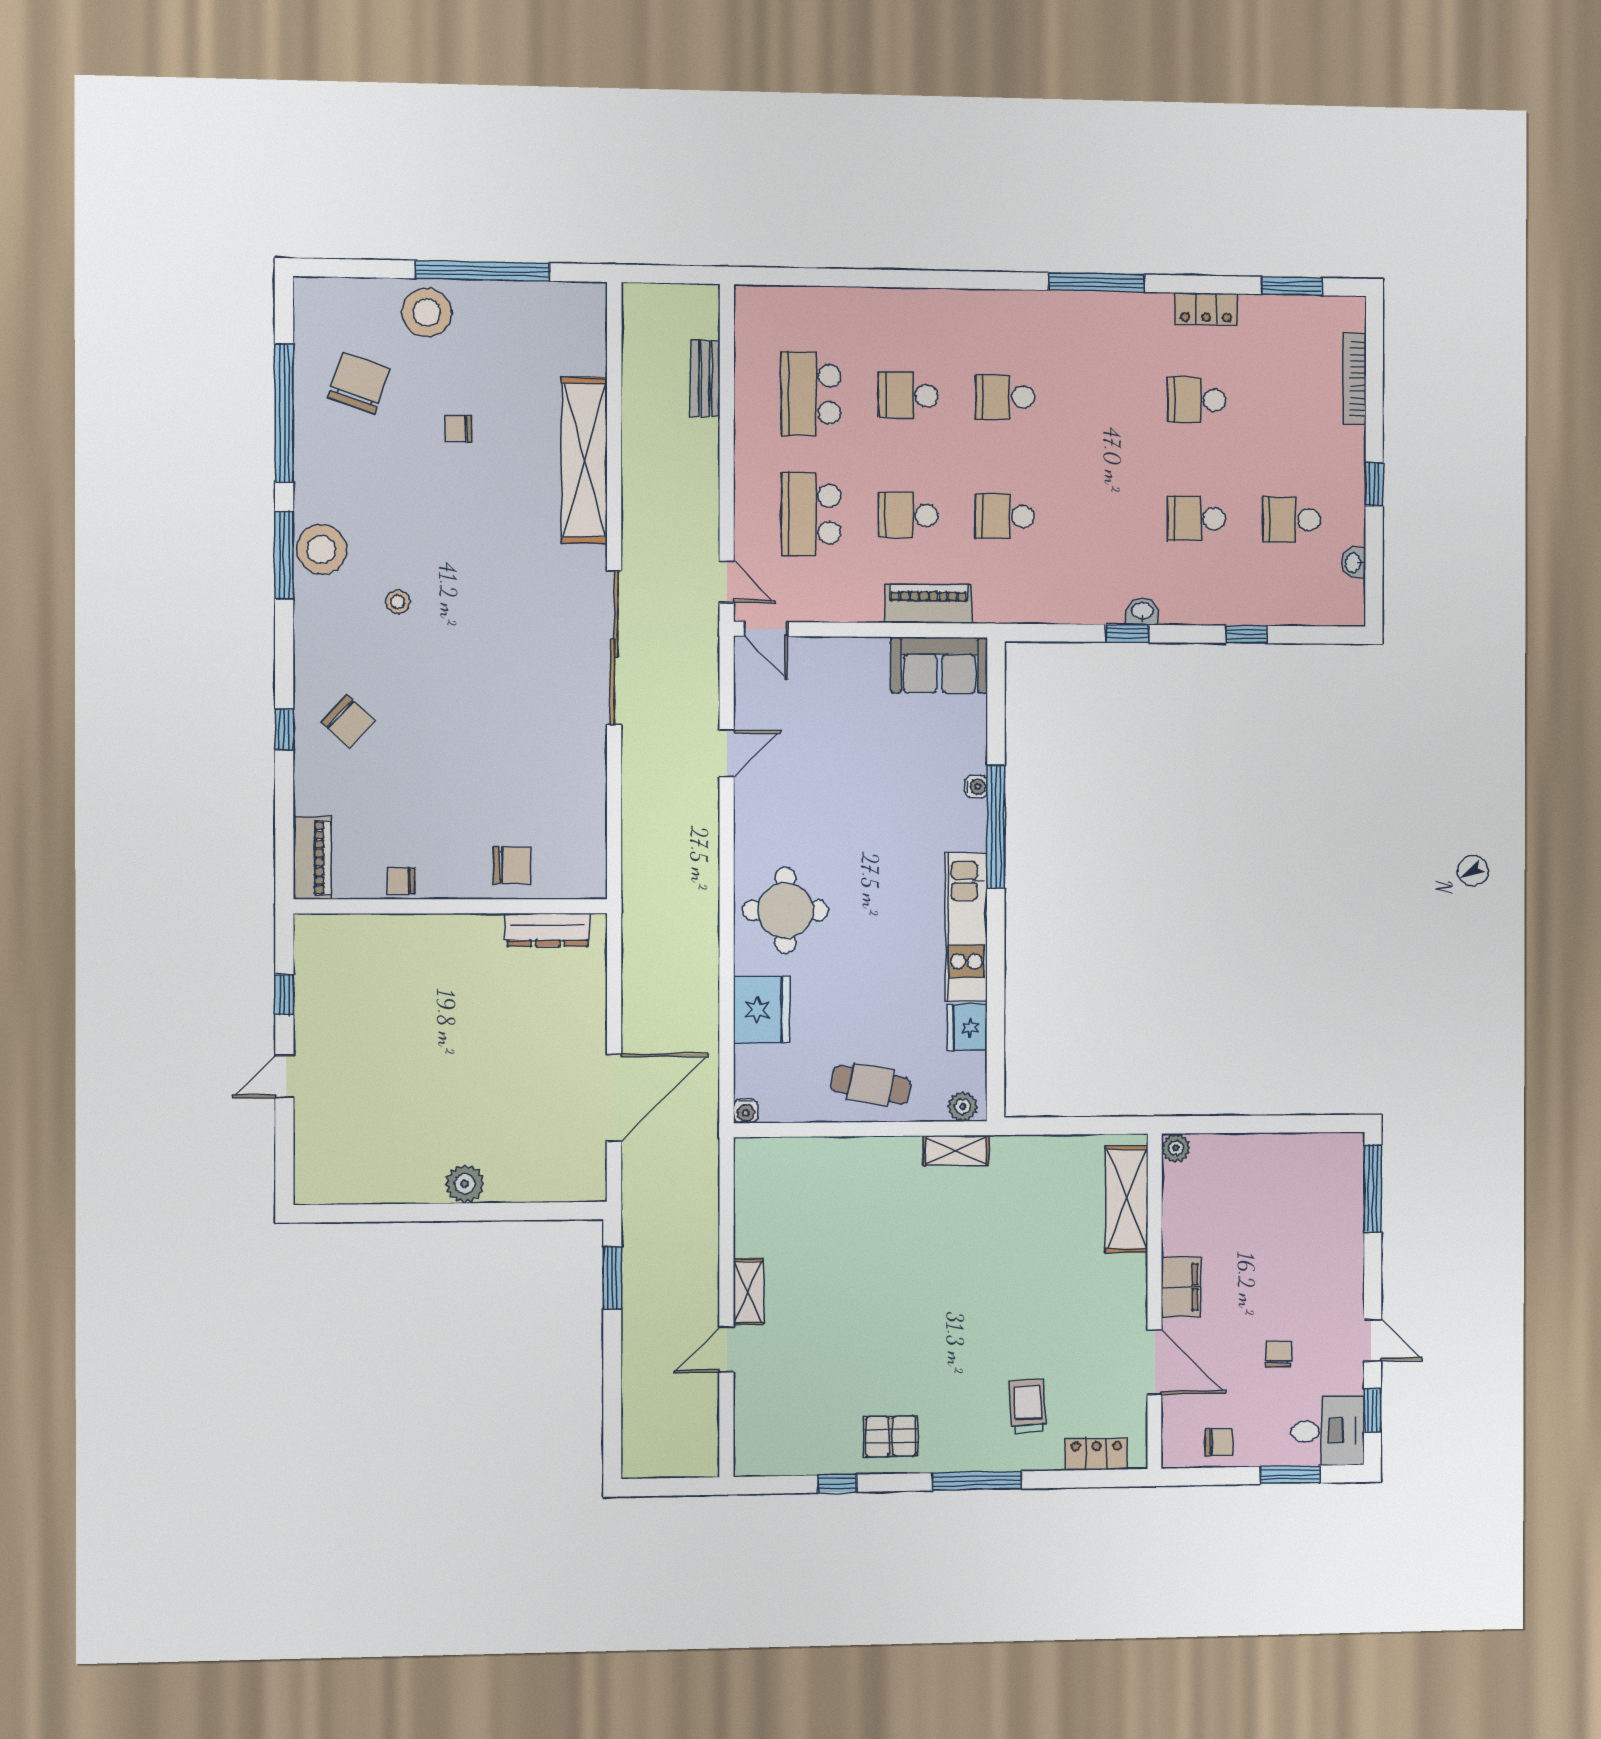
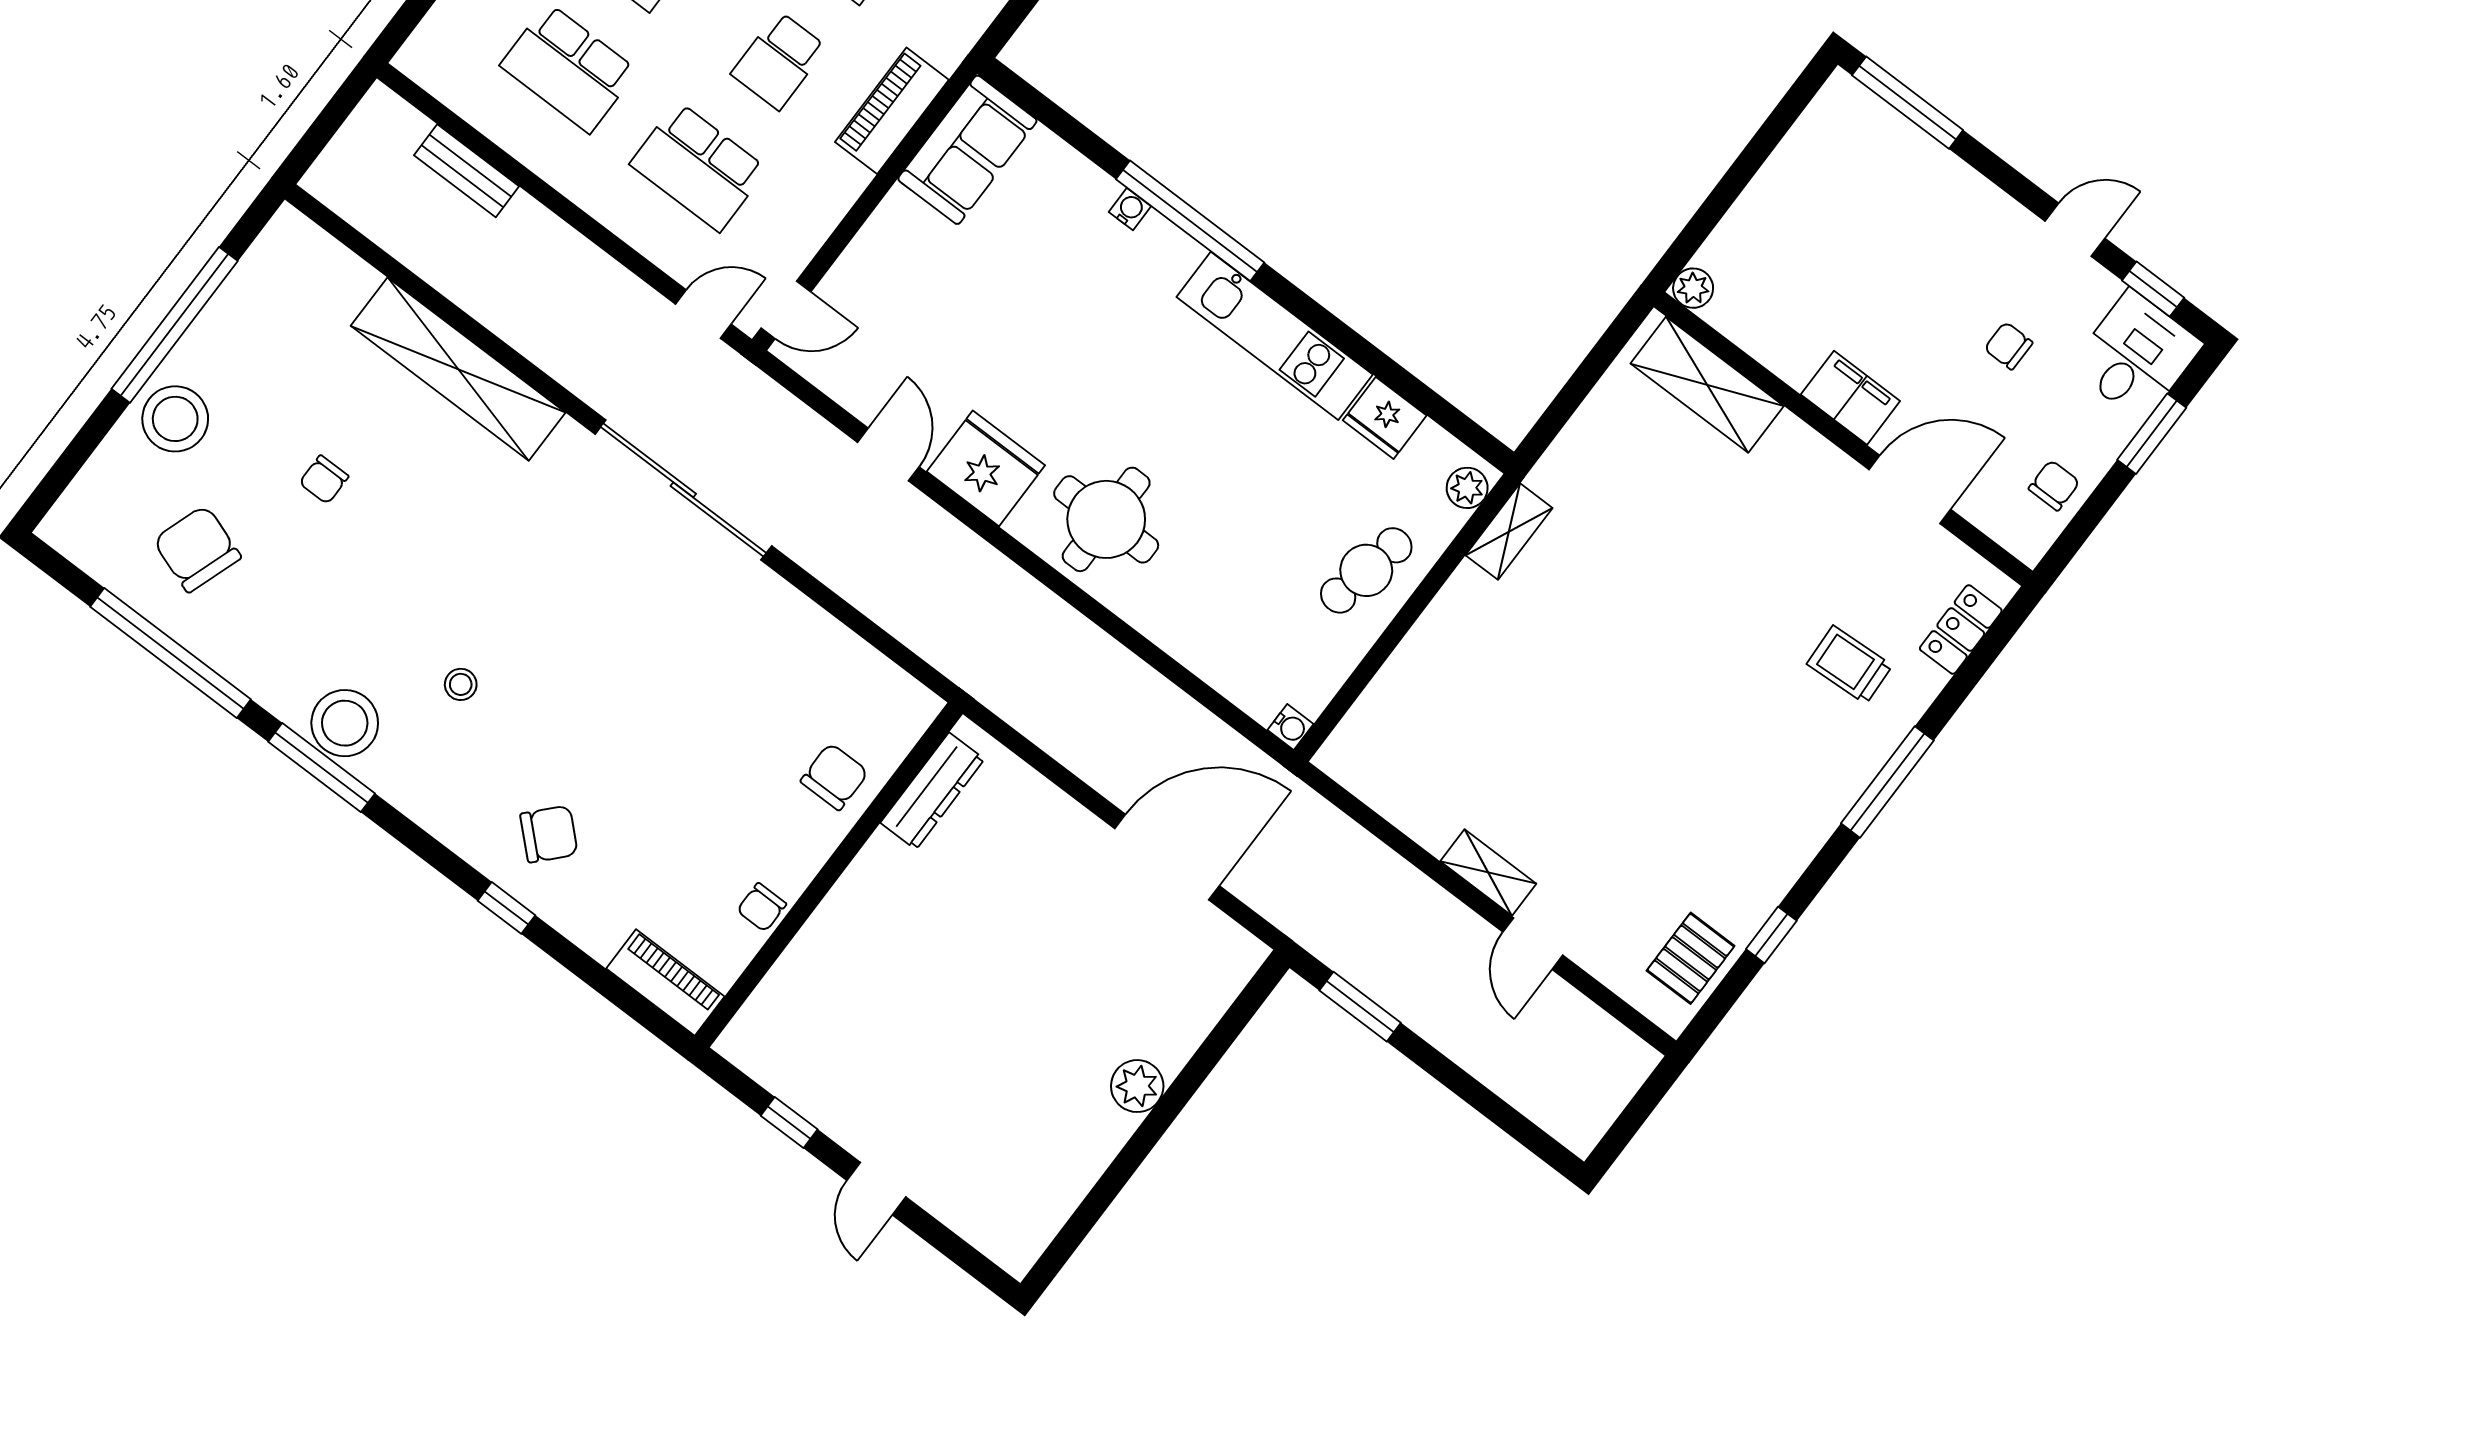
fridge: (762, 1010) -> (986, 468), moved
door: (614, 1098) -> (1167, 857), hinge flipped
pallet: (891, 1436) -> (1691, 958), moved

